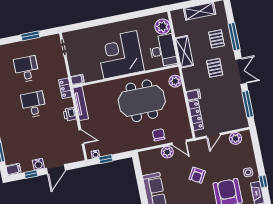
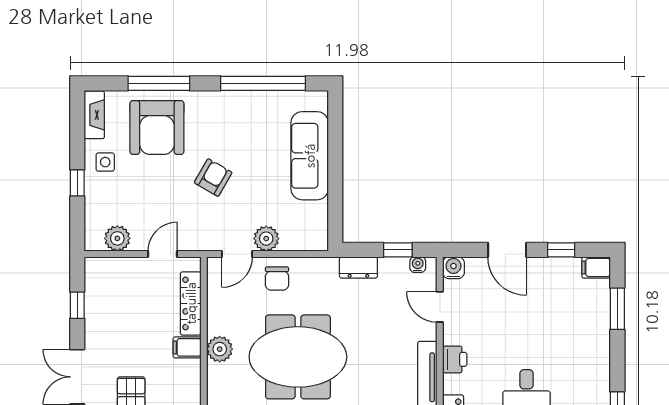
plant: (175, 81) -> (220, 349), moved
window: (248, 104) -> (77, 305), width x0.46
door: (179, 142) -> (237, 254), swing flipped
dresser: (122, 147) -> (358, 267), added
water cooler: (38, 164) -> (453, 268), moved
door: (56, 169) -> (507, 250), swing flipped
window: (263, 182) -> (77, 183), moved

